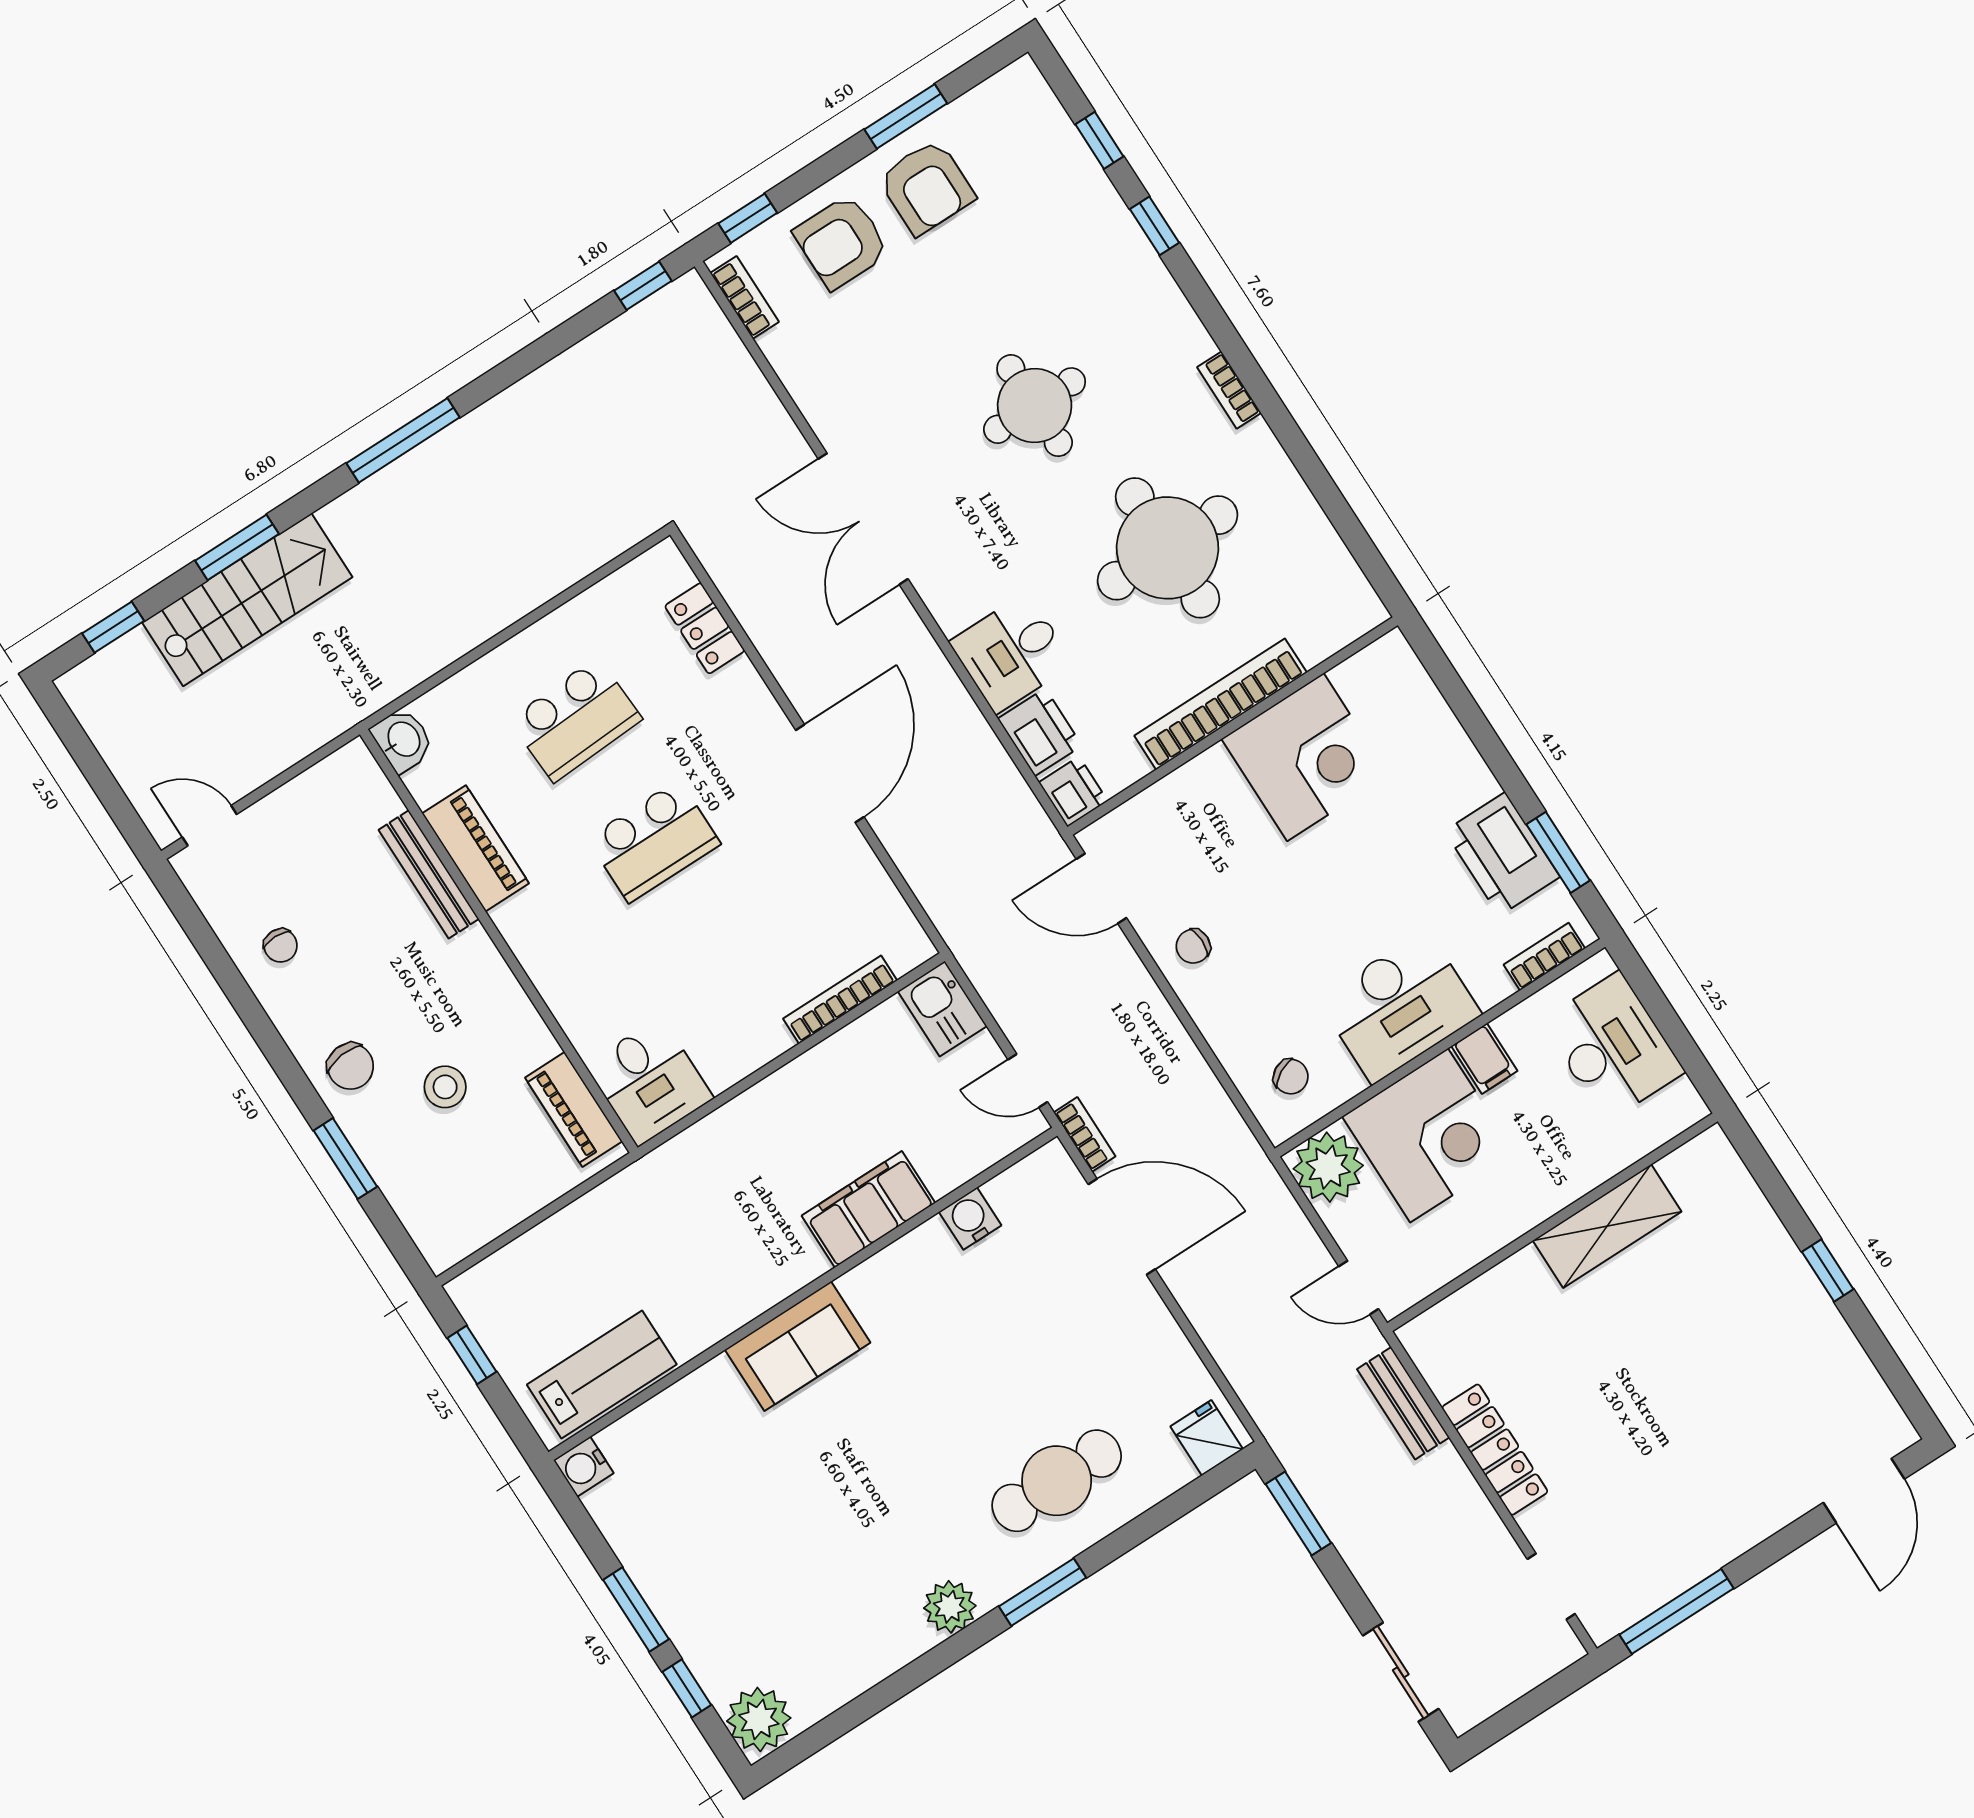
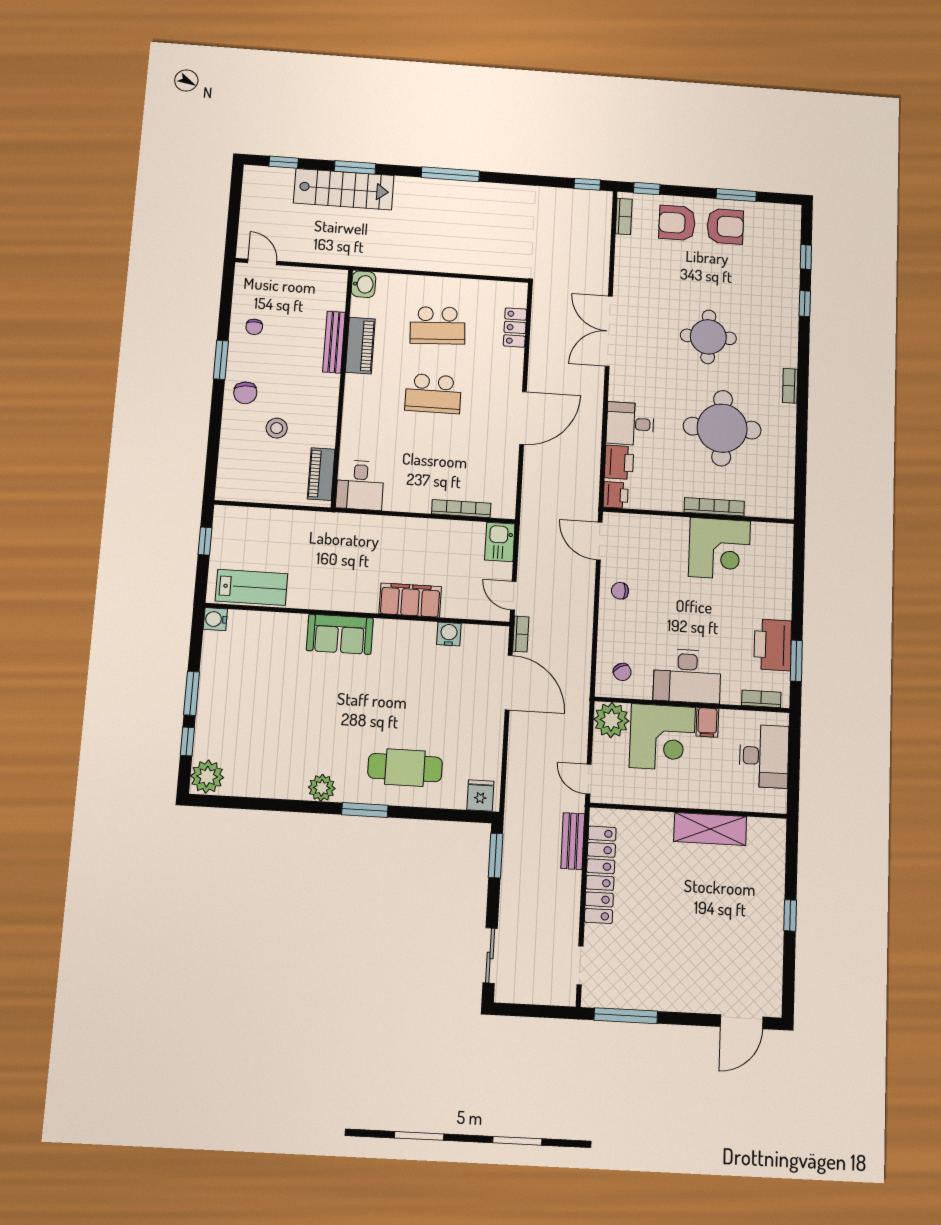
armchair: (926, 187) -> (725, 226), turned -90
bookcase: (1221, 704) -> (714, 507), width x0.68, depth x0.76
window: (345, 1159) -> (221, 360), moved
locker: (1495, 1450) -> (600, 875), width x1.41, depth x1.21

